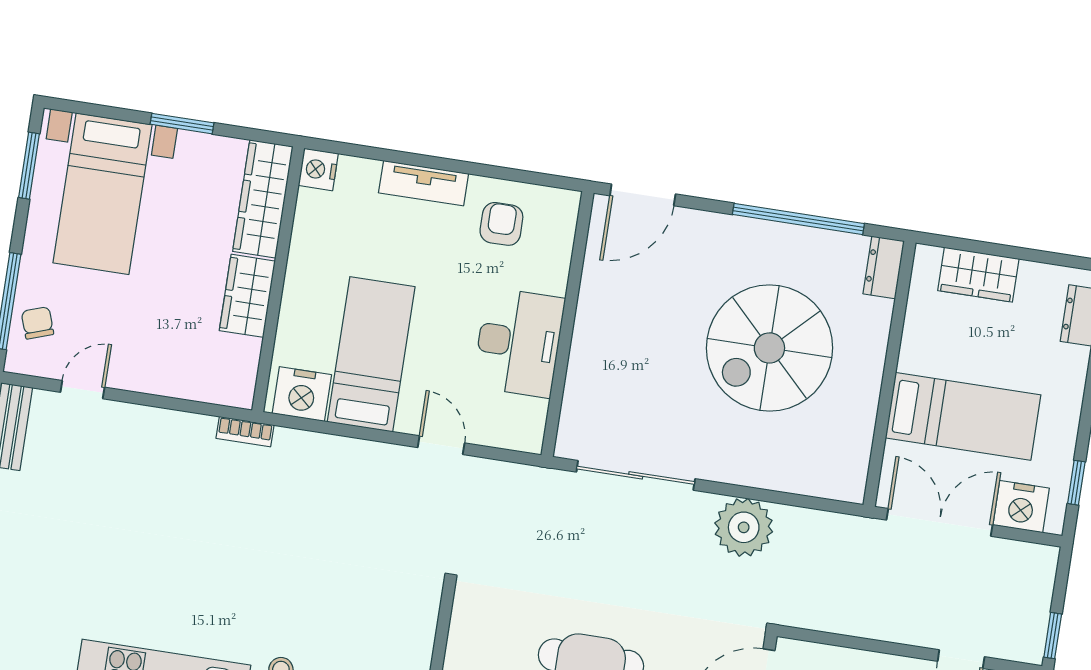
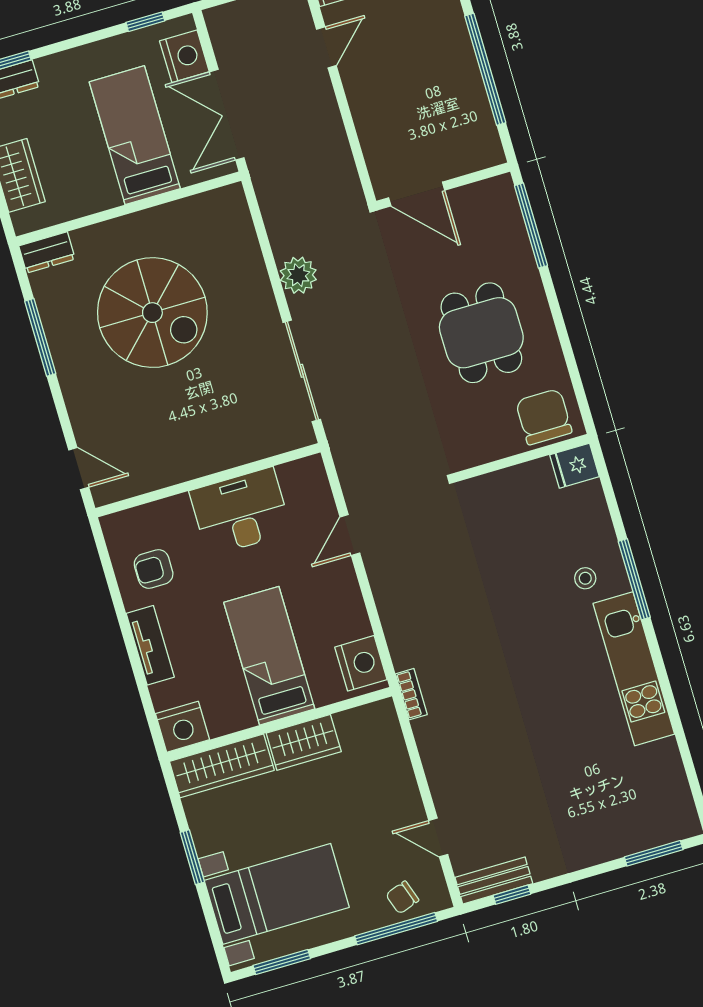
nightstand: (318, 169) -> (182, 727), width x1.36, depth x1.33
door: (643, 195) -> (79, 469), width x0.73
window: (798, 219) -> (40, 337), width x0.68
bed: (371, 354) -> (269, 656), moved, turned 90
plant: (744, 527) -> (298, 275), width x0.73, depth x0.73

